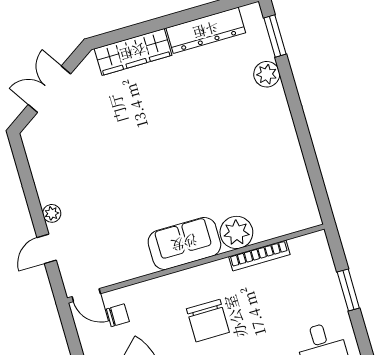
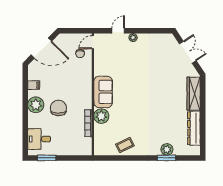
window: (275, 36) -> (166, 158), moved
coffee table: (283, 165) -> (125, 145), added
door: (47, 249) -> (118, 31), hinge flipped
window: (348, 290) -> (47, 158), moved
chair: (208, 321) -> (58, 108), moved, turned 90

